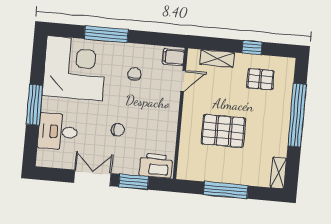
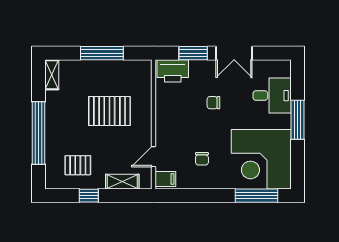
window: (106, 34) -> (257, 196), moved

